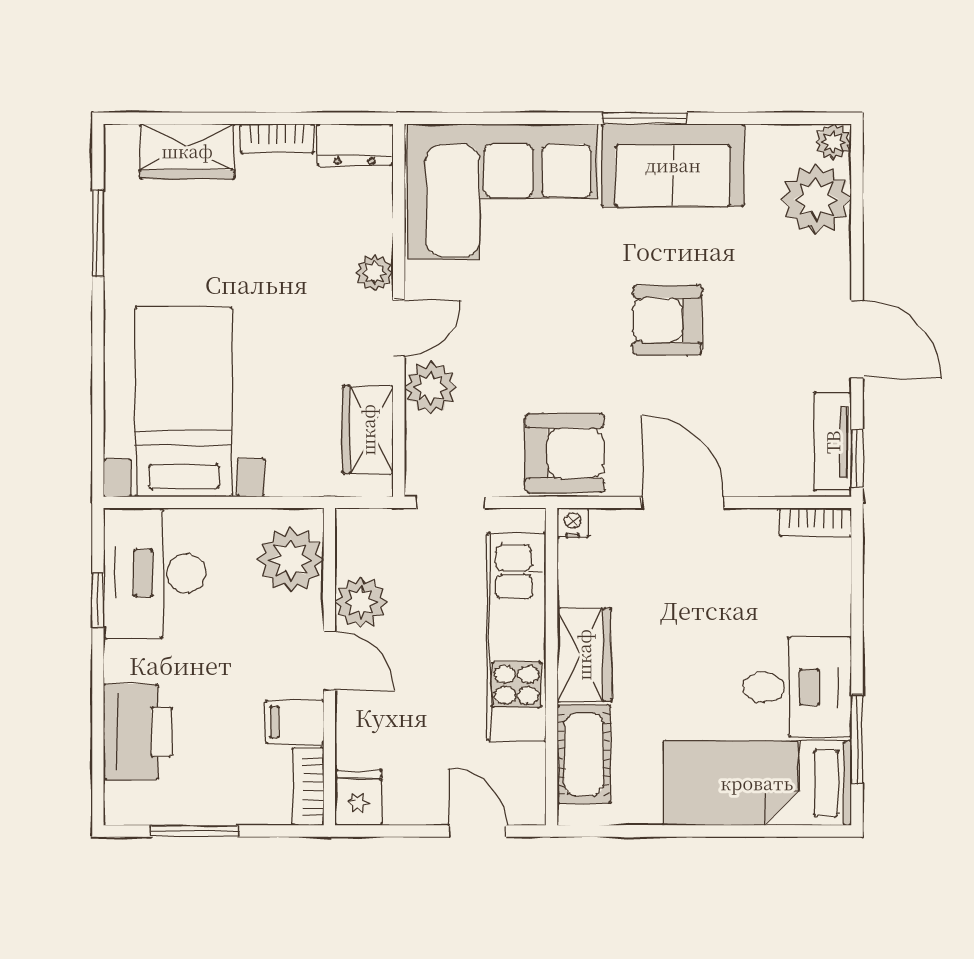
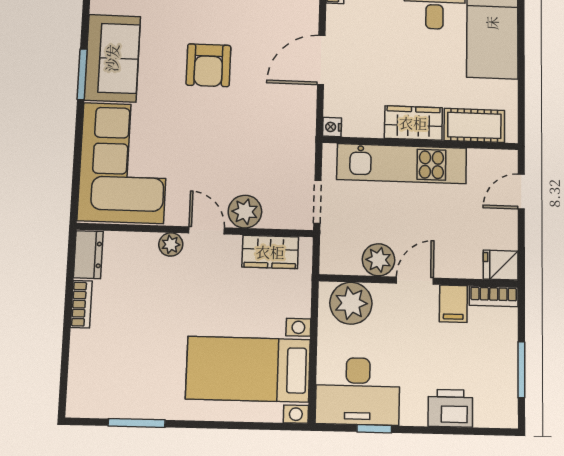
wardrobe: (187, 151) -> (86, 363), removed
armchair: (565, 453) -> (289, 130), removed
printer: (138, 732) -> (450, 408), width x0.73, depth x0.84

